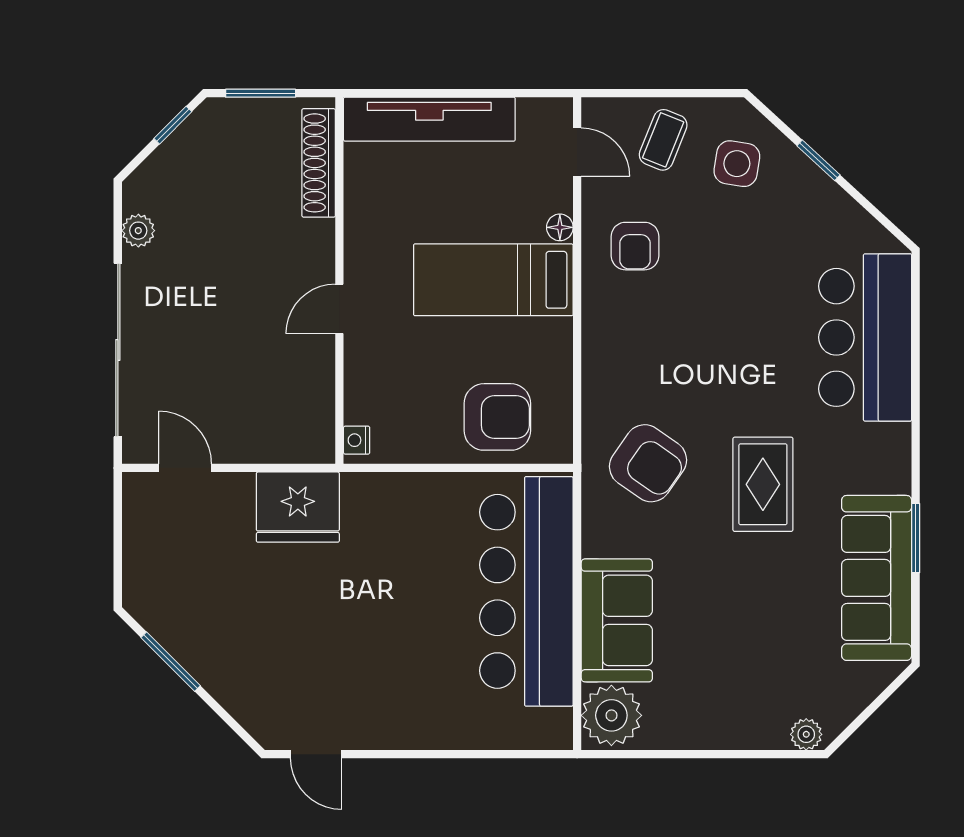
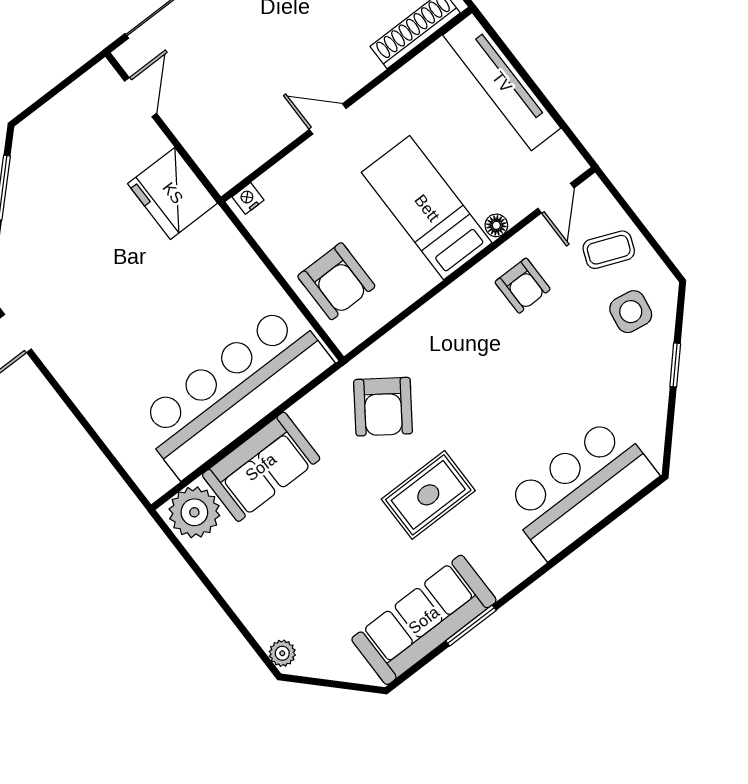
armchair: (635, 246) -> (523, 286), turned -90

